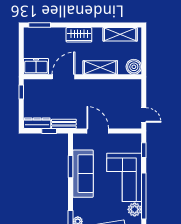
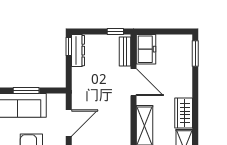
wardrobe: (79, 35) -> (184, 113), moved
bench: (64, 124) -> (125, 51), moved
window: (49, 131) -> (69, 47), moved

